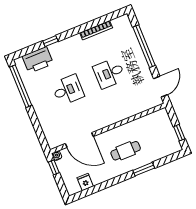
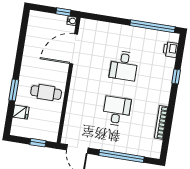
printer: (38, 60) -> (171, 50), width x0.53, depth x0.68
window: (179, 133) -> (38, 143), moved
cafe table: (126, 151) -> (46, 93), moved, turned 90
fridge: (85, 182) -> (21, 112), moved

